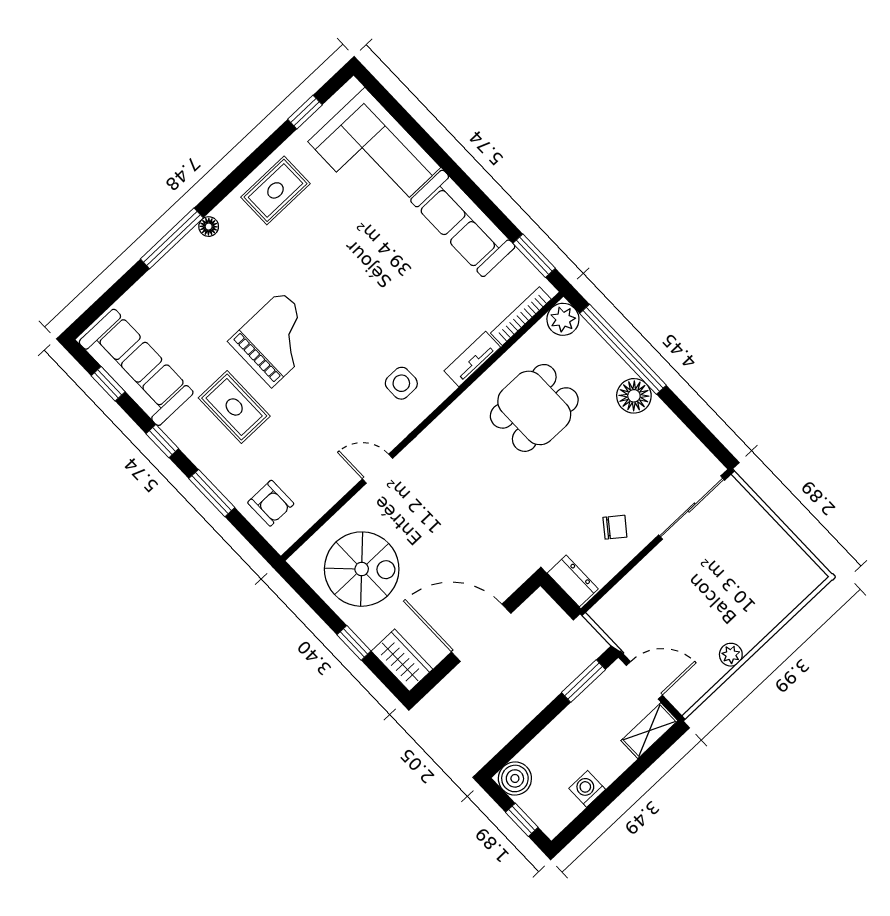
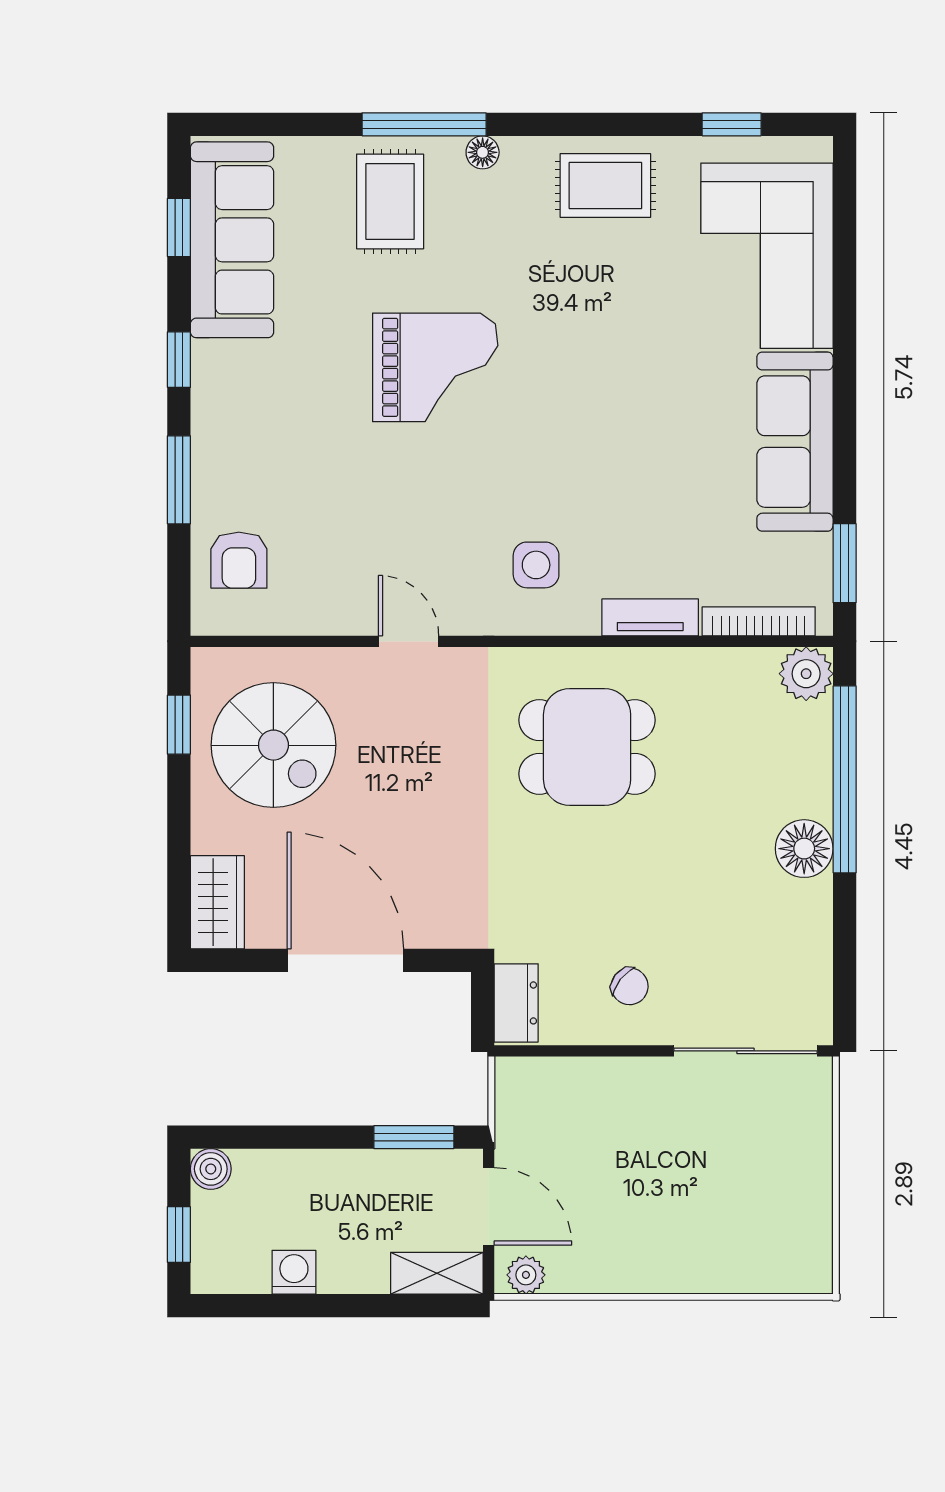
rug: (234, 407) -> (390, 201), moved
dining table: (534, 408) -> (587, 747), moved
window: (354, 643) -> (179, 725), moved
plant: (731, 655) -> (526, 1275), moved
boiler: (515, 778) -> (211, 1169), width x0.73, depth x0.73

